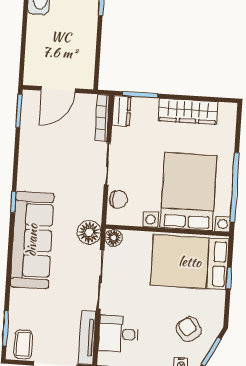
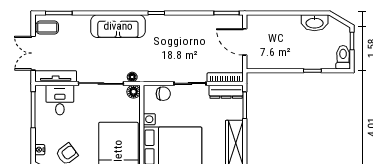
dresser: (122, 111) -> (226, 92), width x1.44
chair: (119, 199) -> (163, 94), turned -90
floor lamp: (89, 232) -> (132, 77), width x0.53, depth x0.53
sofa: (32, 240) -> (118, 26), width x0.74, depth x0.79

